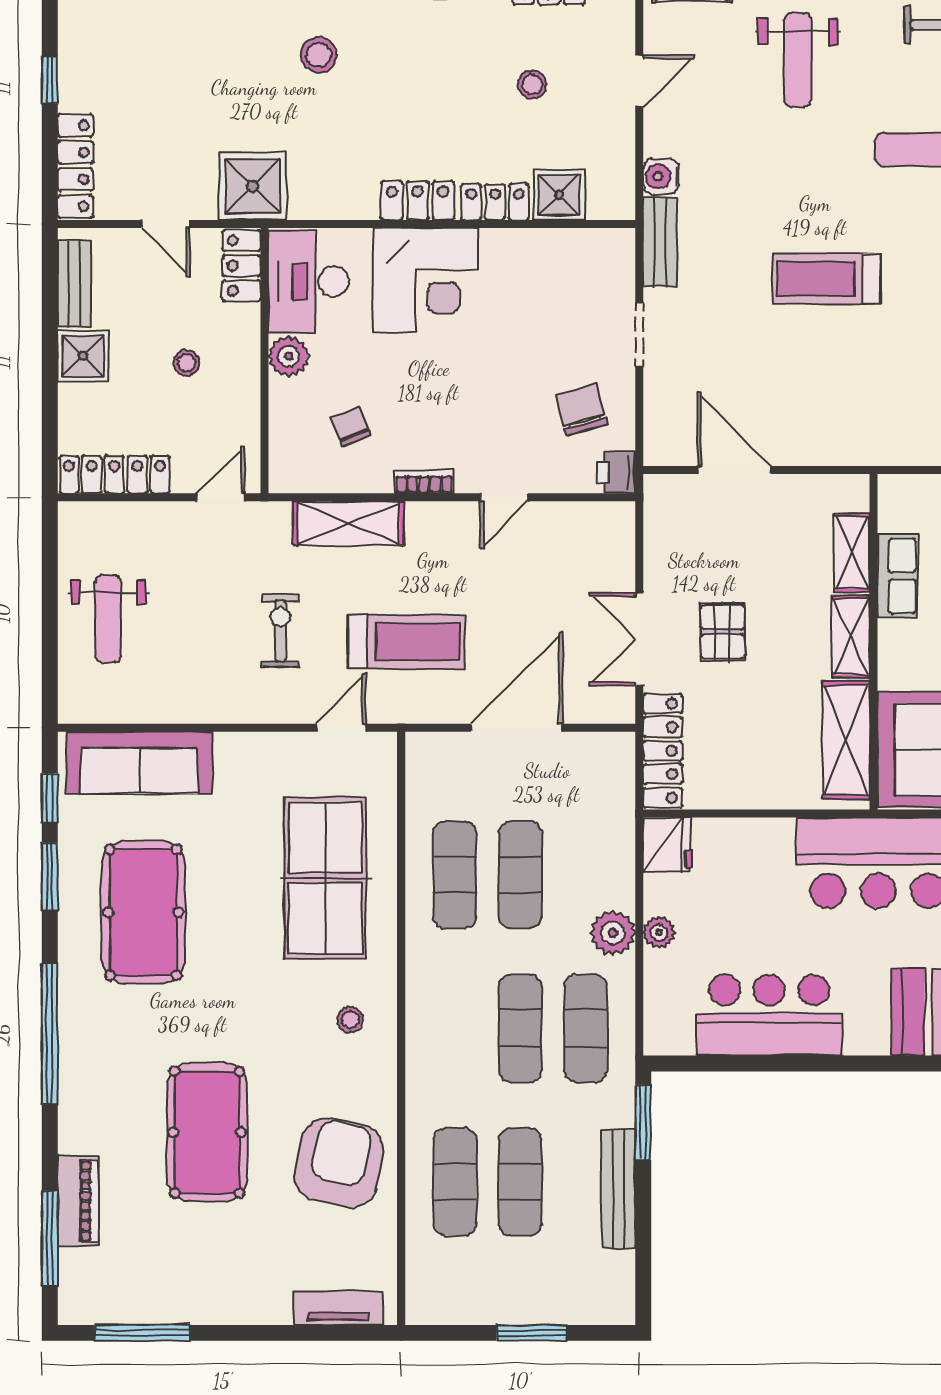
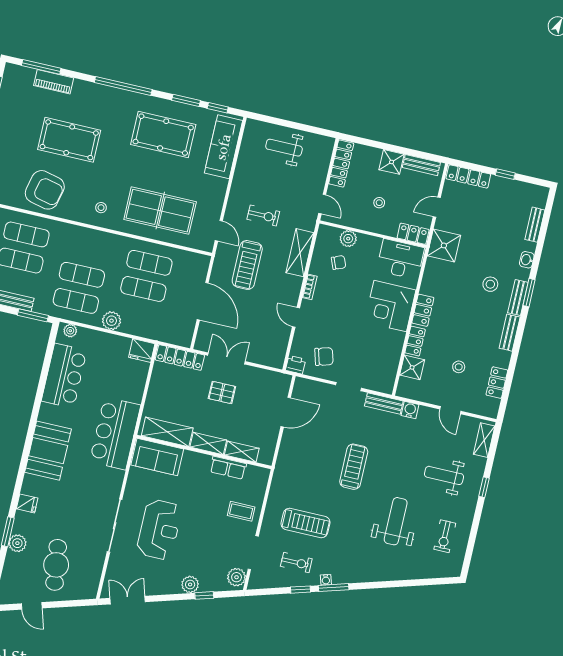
plant: (289, 356) -> (348, 239), moved
plant: (659, 932) -> (70, 331), moved

